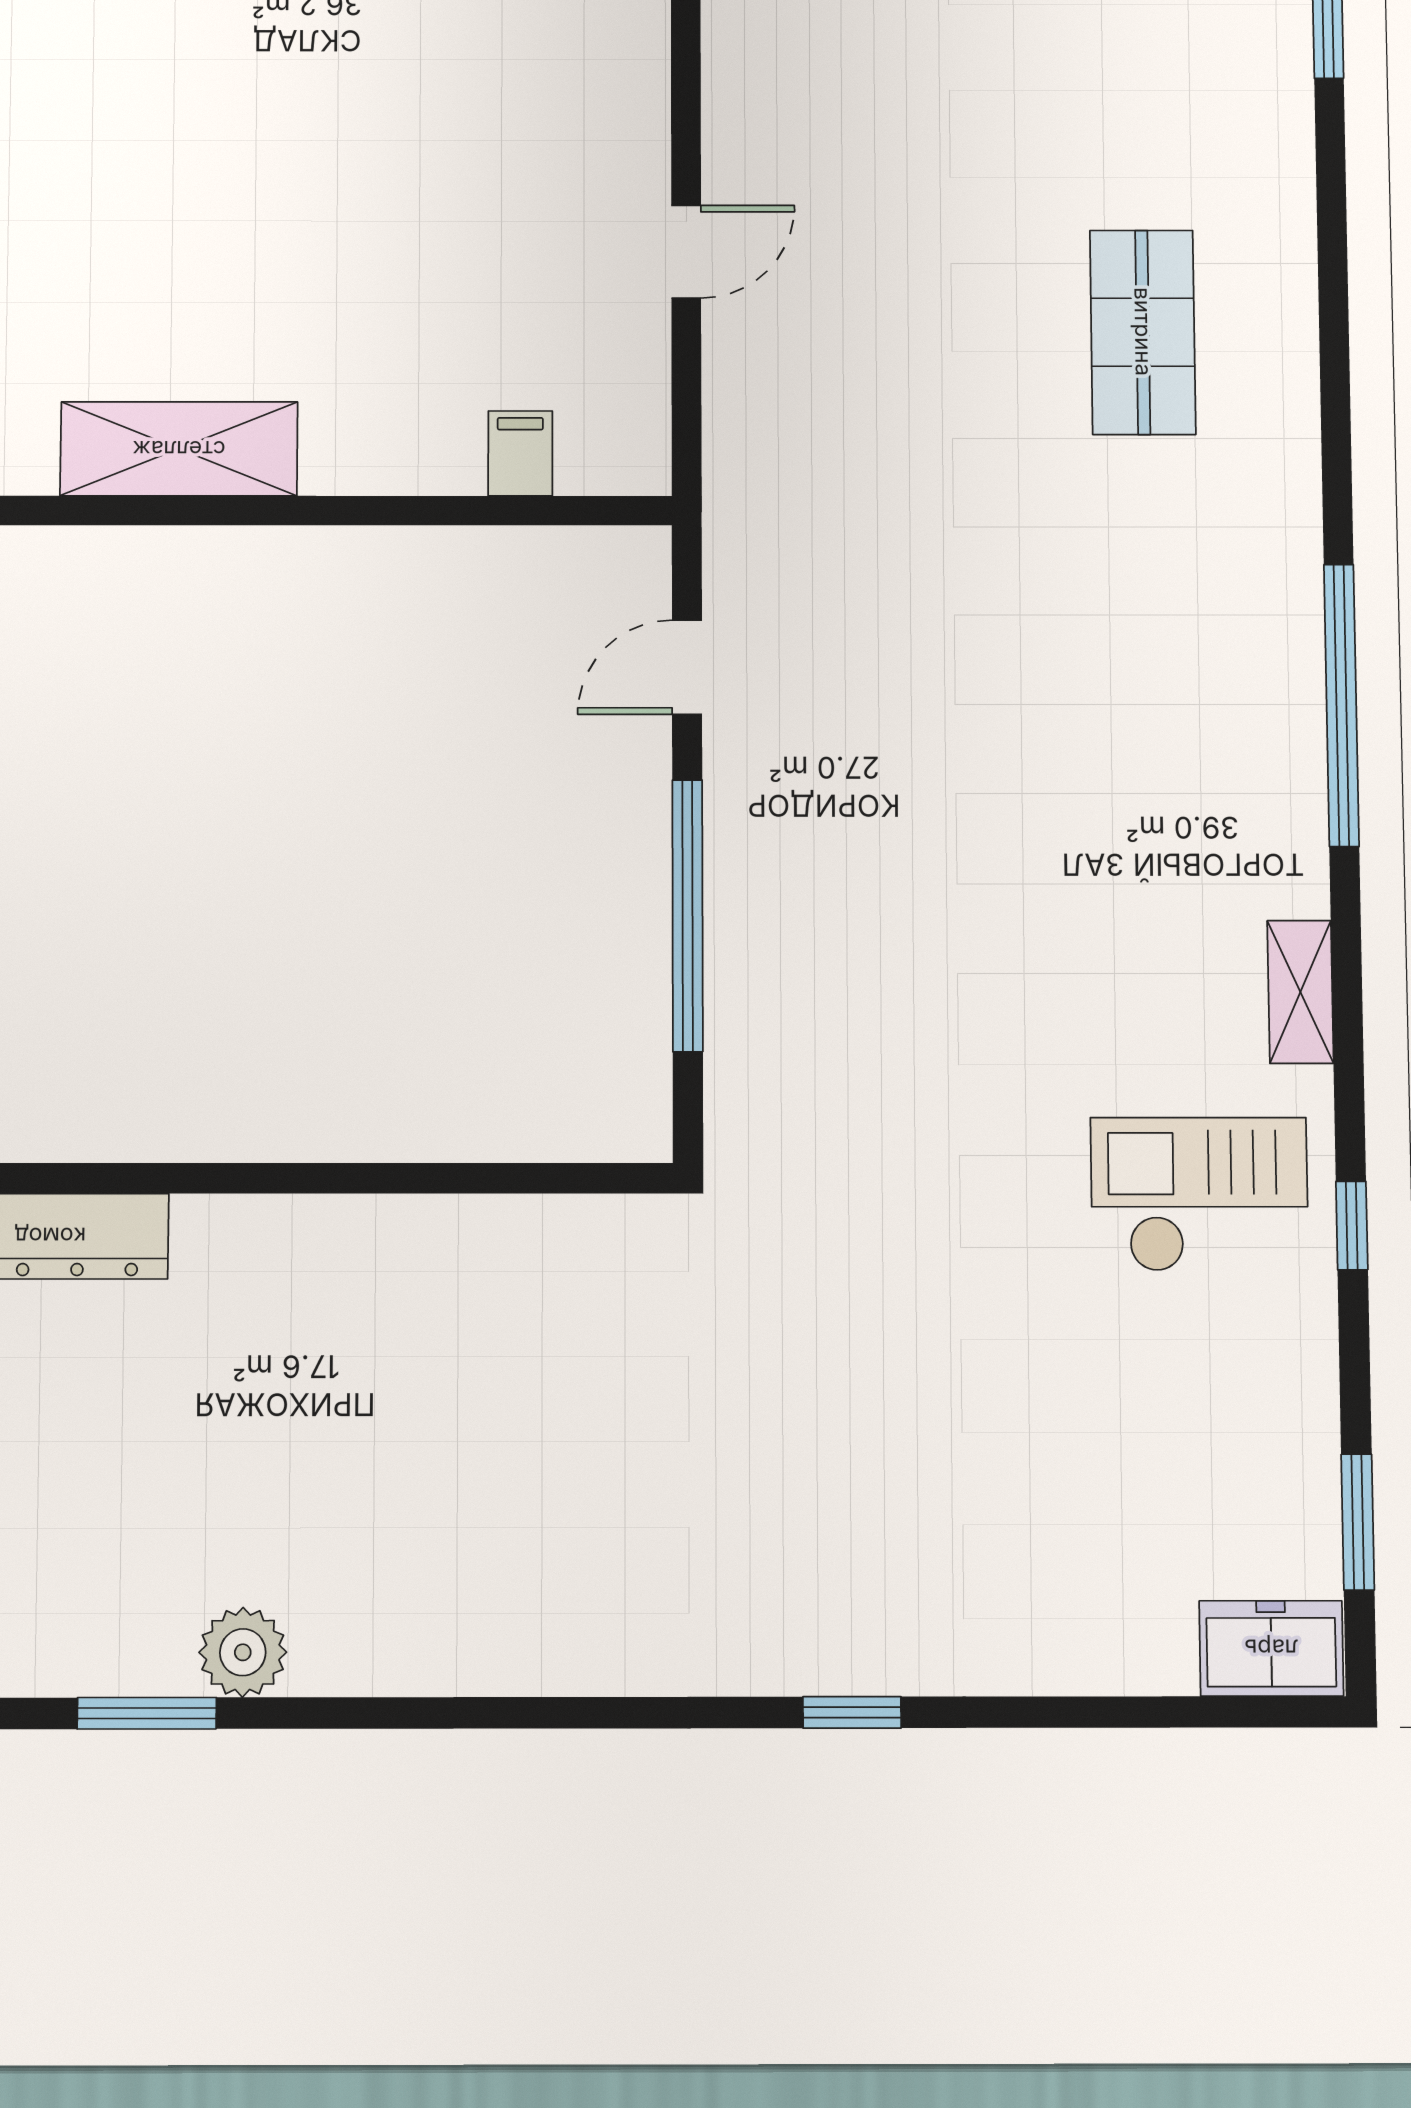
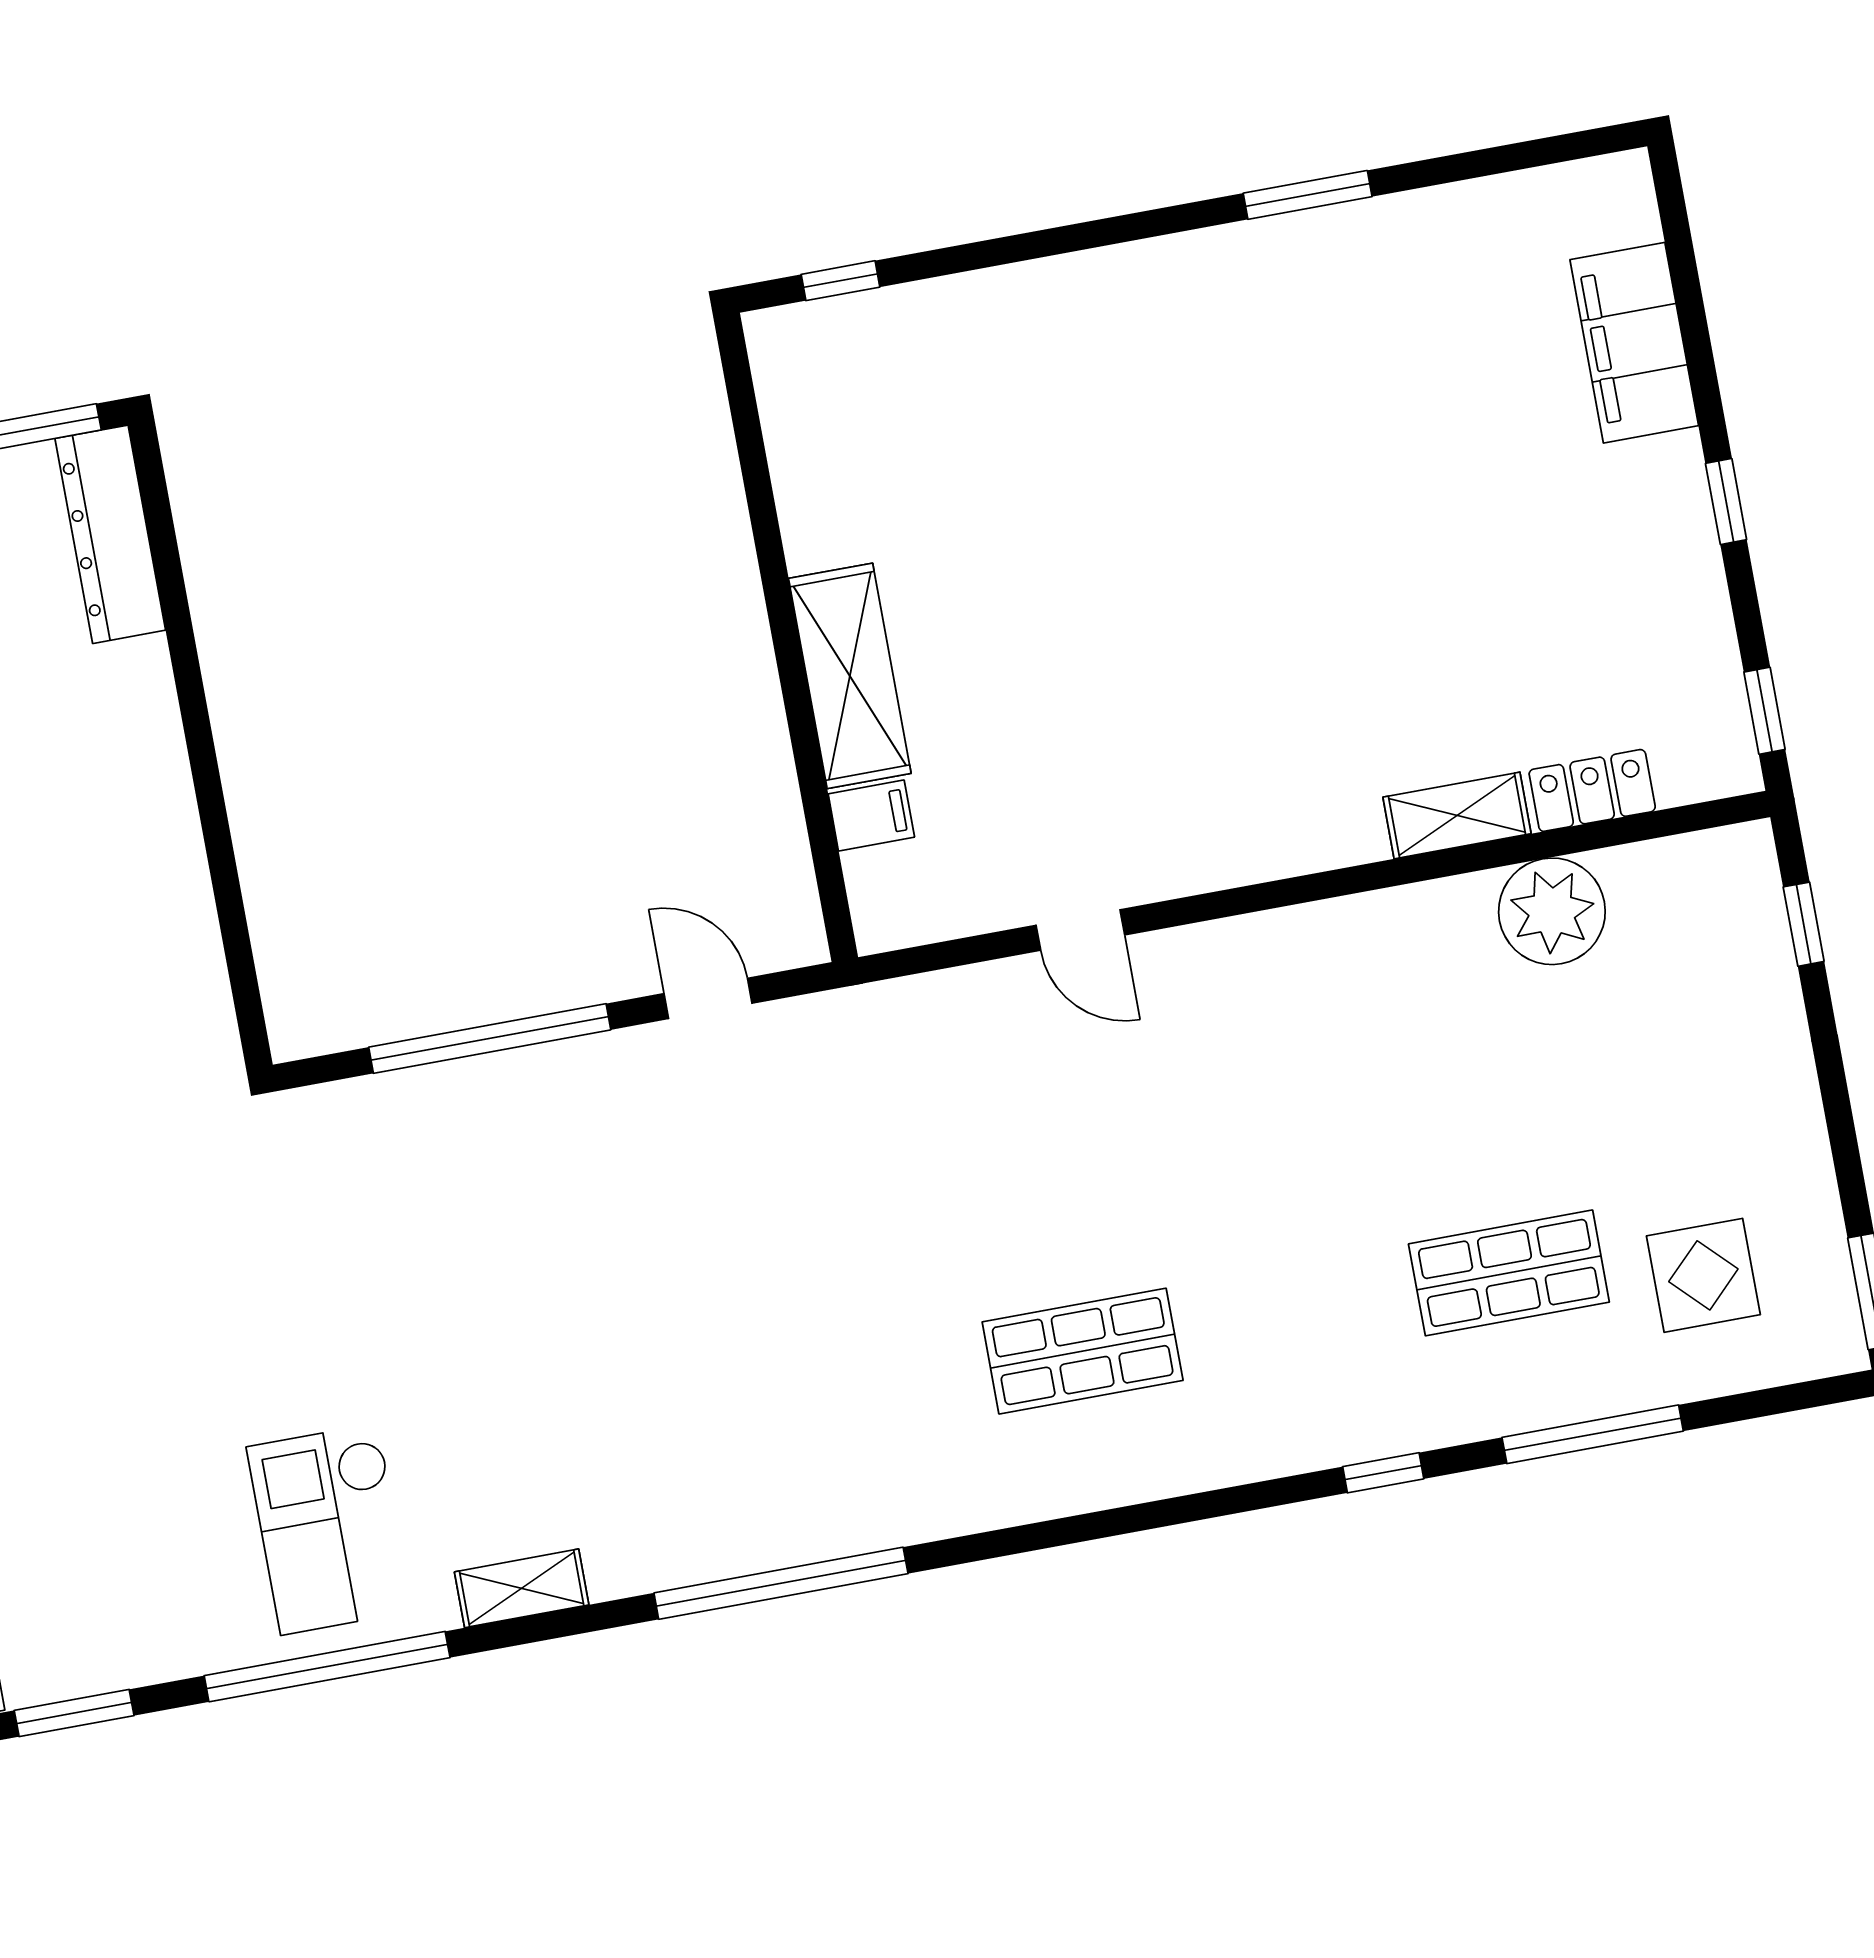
shelving: (179, 449) -> (850, 676), moved
checkout: (1199, 1194) -> (330, 1529), turned 180
window: (1352, 1226) -> (327, 1667), width x3.17

